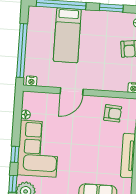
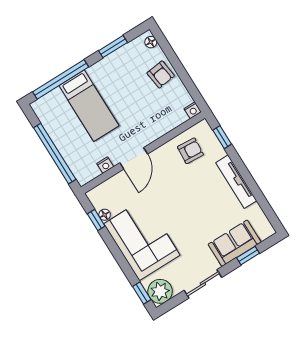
nightstand: (31, 81) -> (105, 165), moved
window: (15, 154) -> (96, 220), moved

